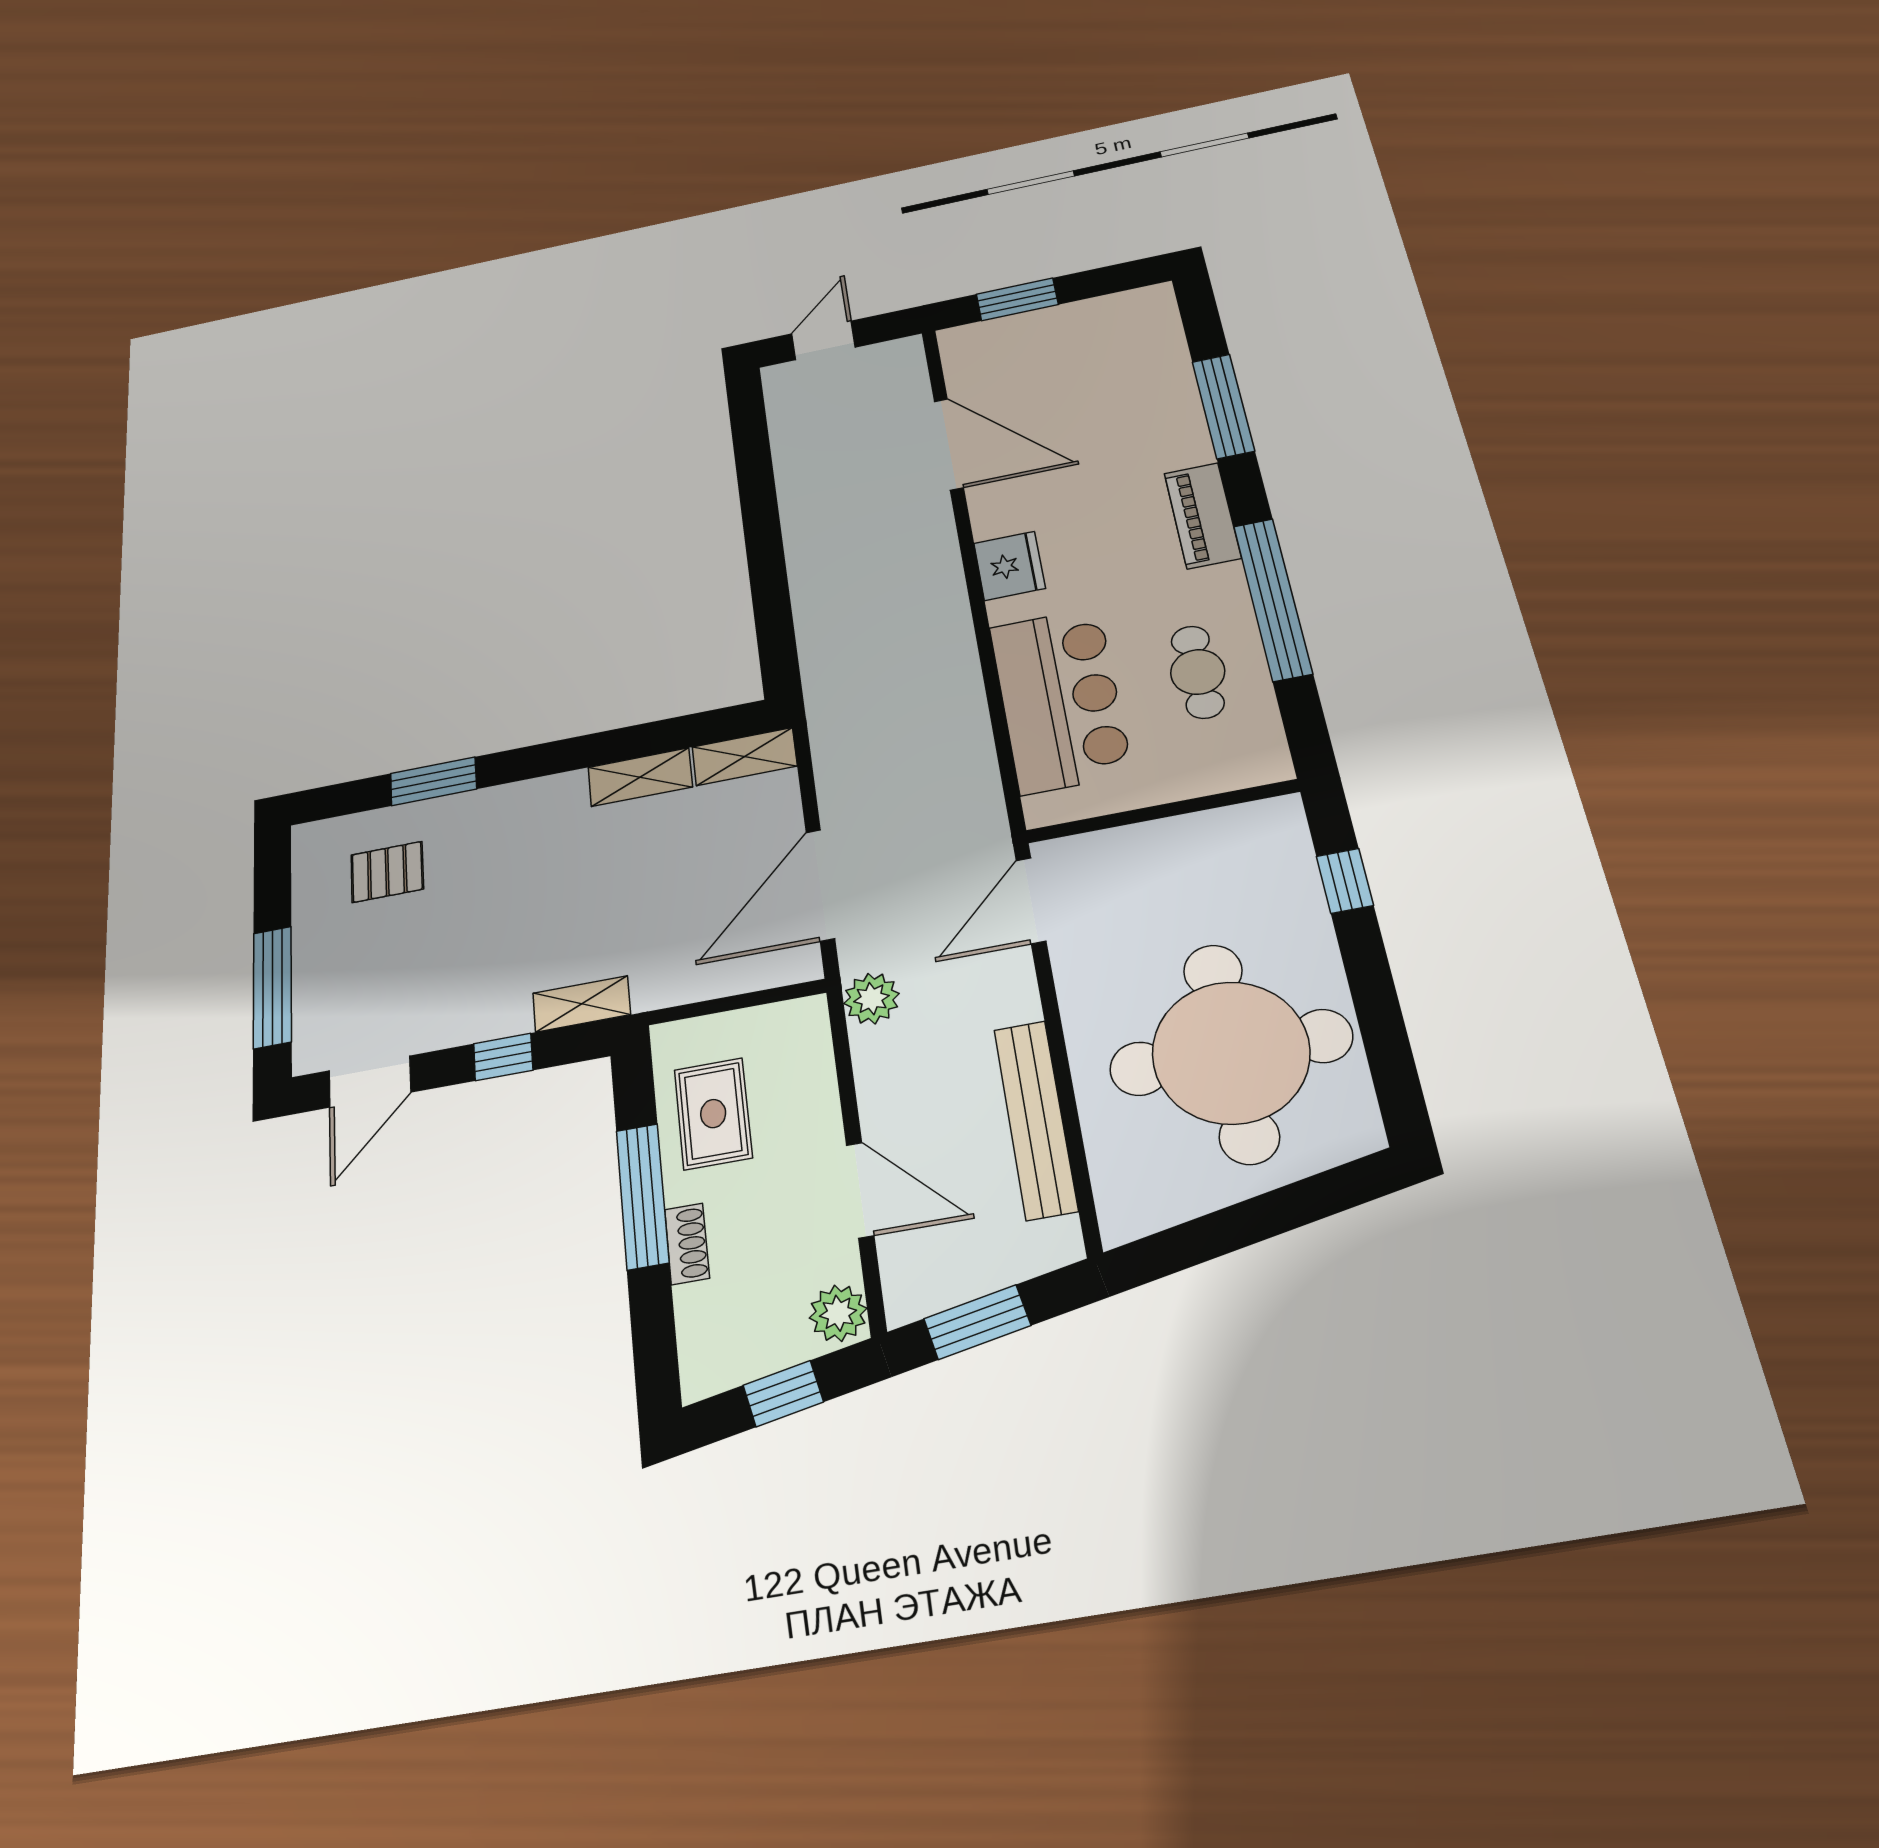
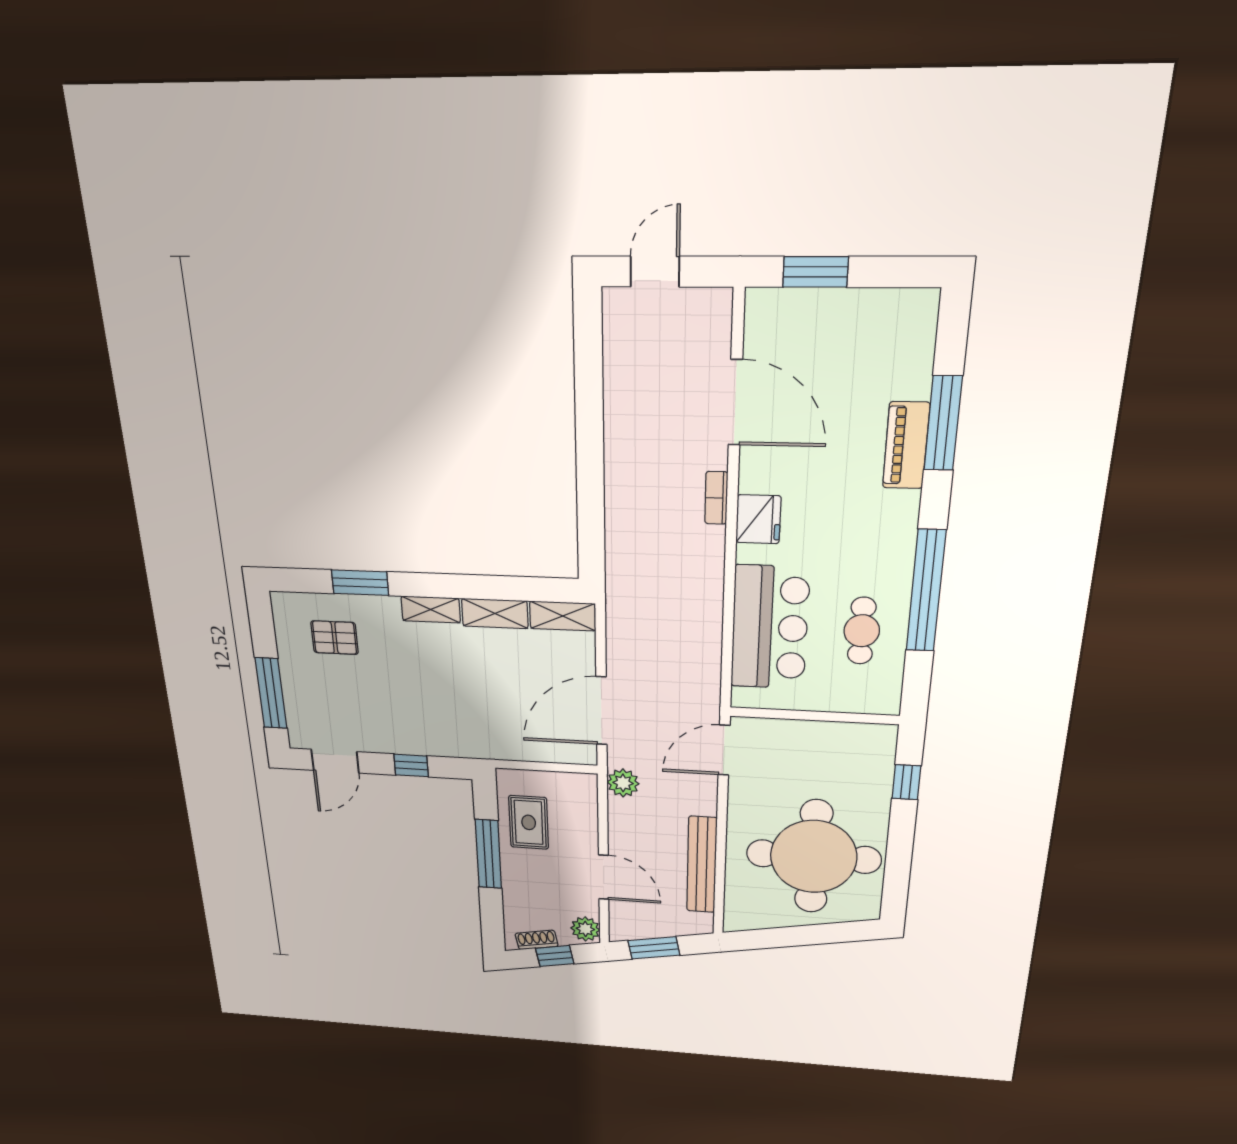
piano: (1203, 516) -> (906, 445), moved
bookcase: (946, 554) -> (716, 498), added
shelving: (582, 1004) -> (431, 609), moved
shoe rack: (687, 1244) -> (537, 940), moved, turned -101

